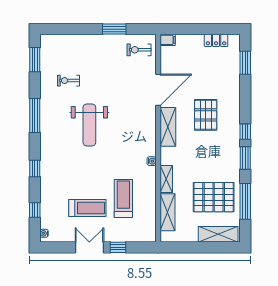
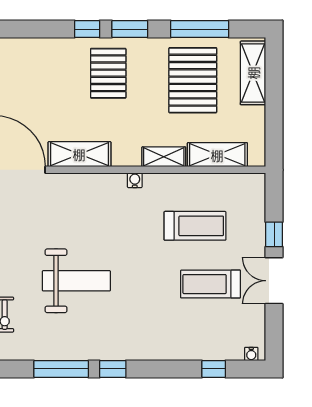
pallet: (206, 115) -> (108, 73), moved, turned 90
window: (35, 169) -> (113, 369), moved
treadmill: (123, 198) -> (195, 226), turned 180
treadmill: (87, 208) -> (211, 284), turned -90

